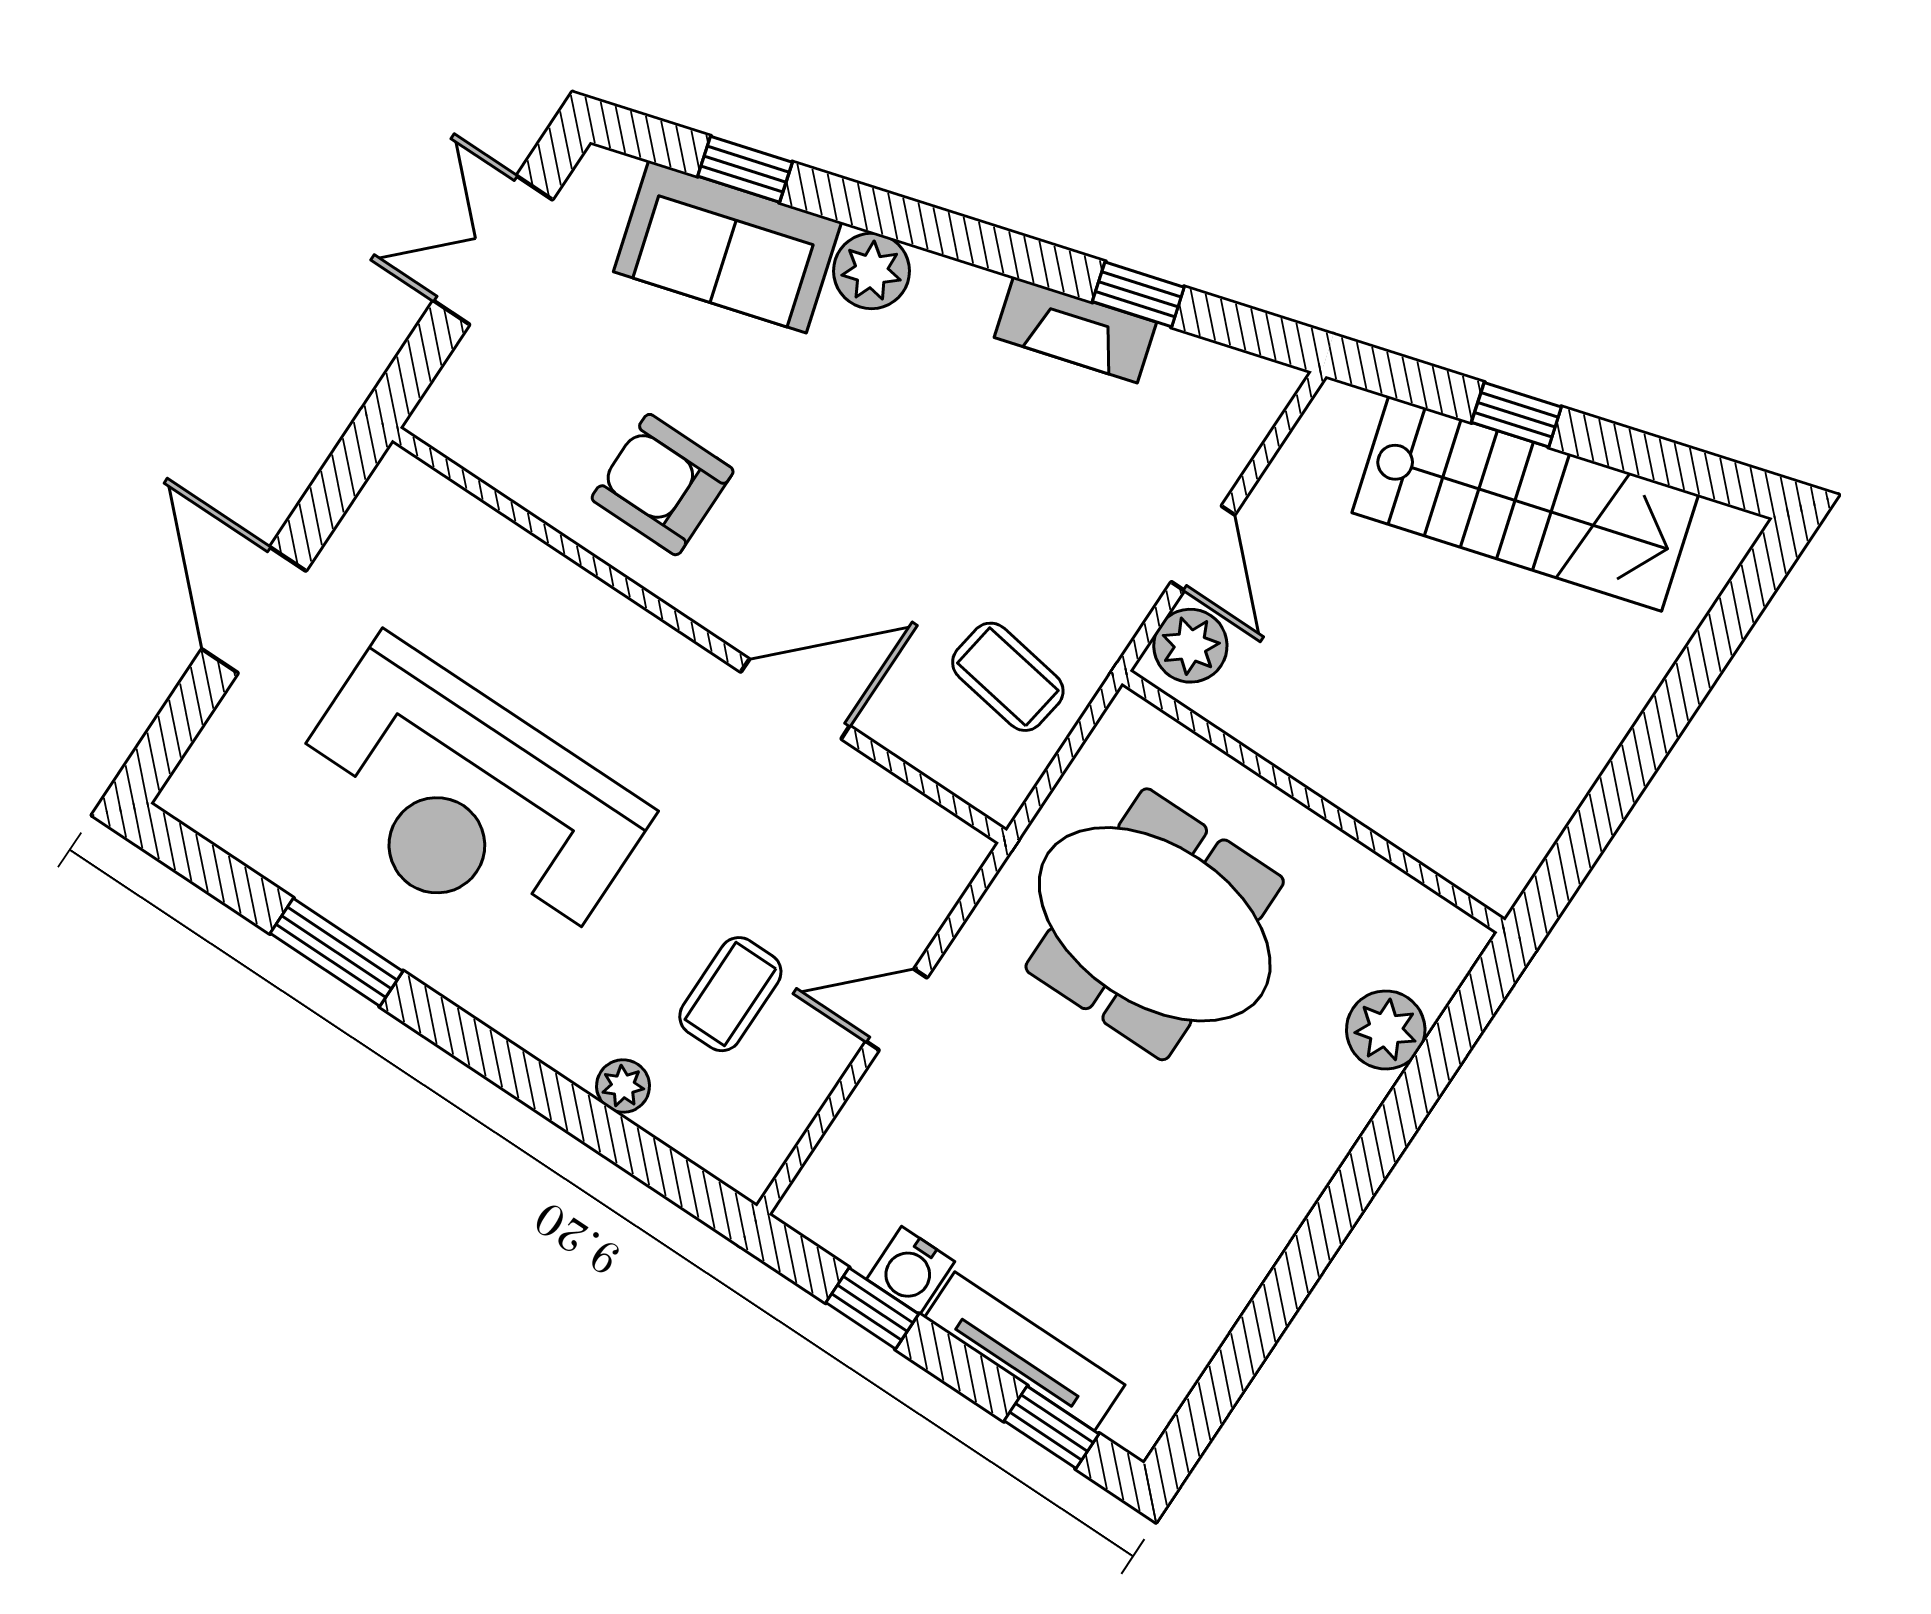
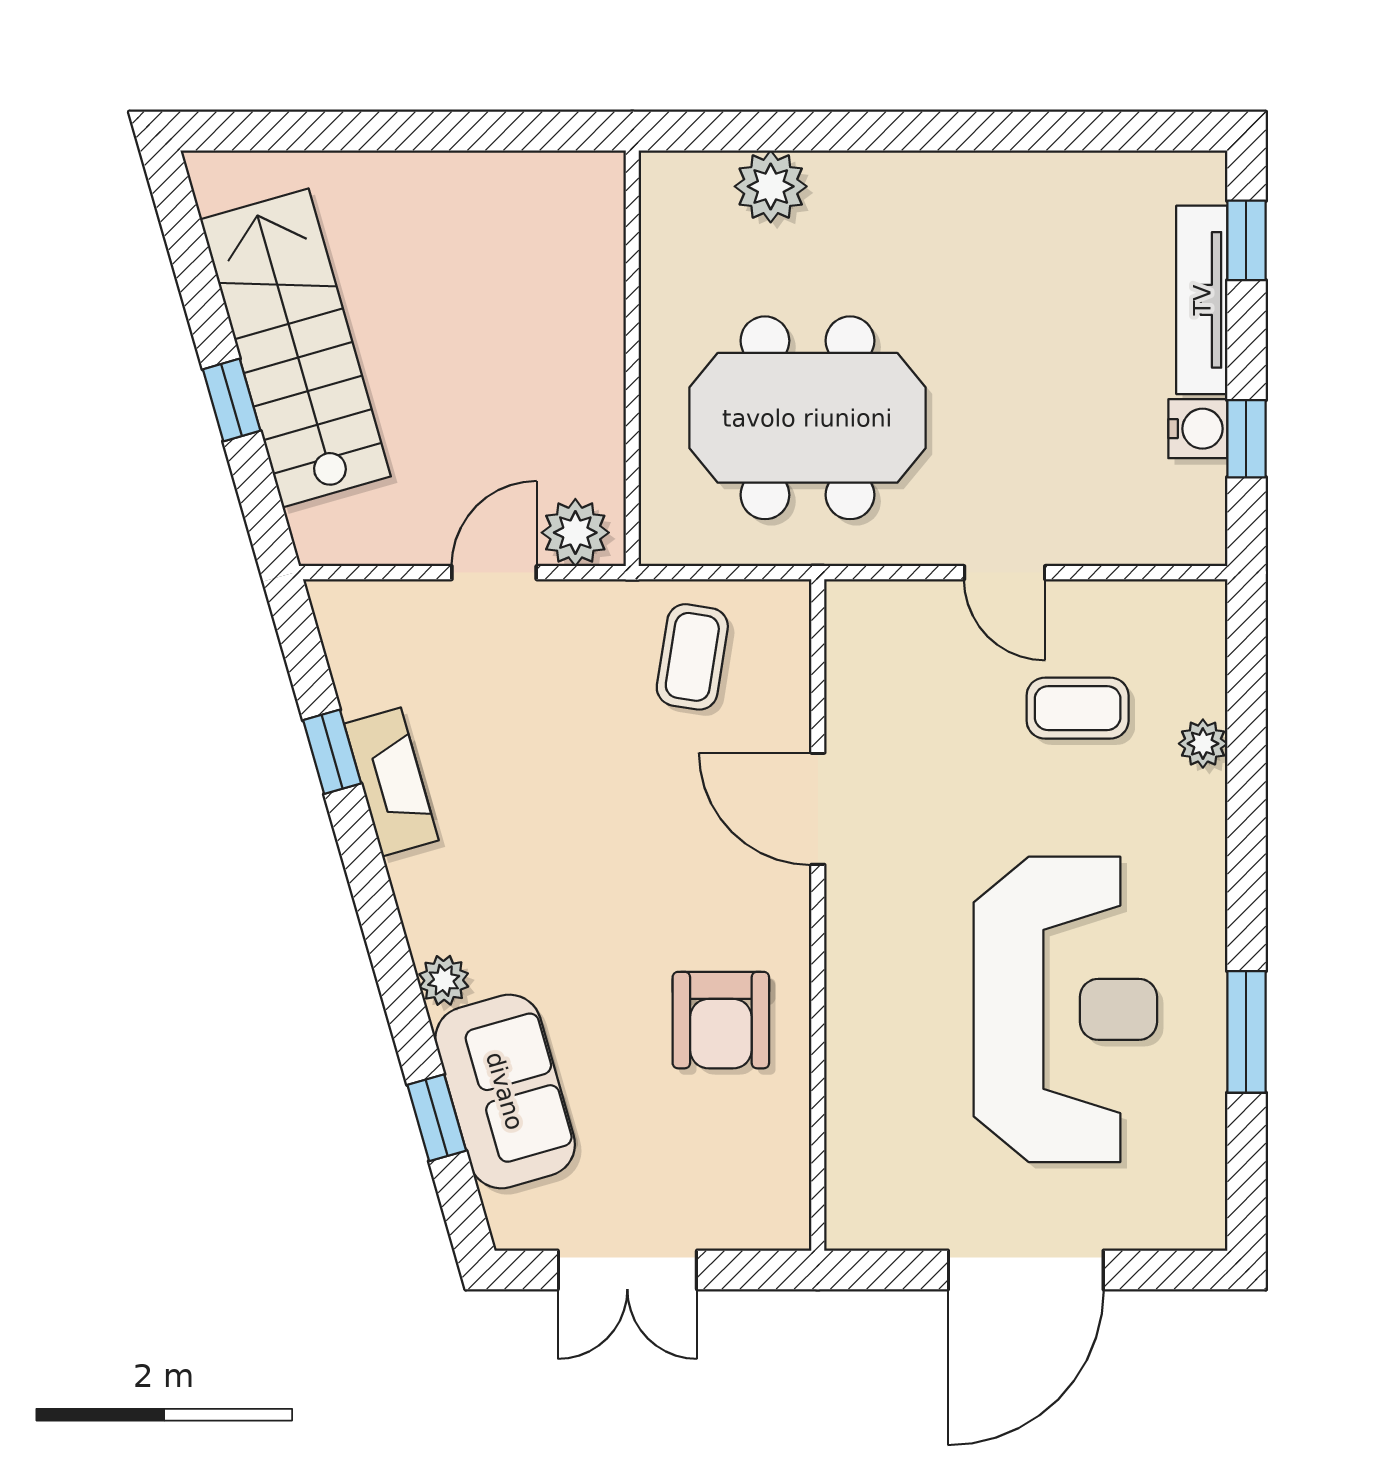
plant: (872, 271) -> (444, 980), width x0.73, depth x0.73
door: (254, 610) -> (1026, 1270), width x1.36
meeting table: (1155, 924) -> (807, 418), turned 90

